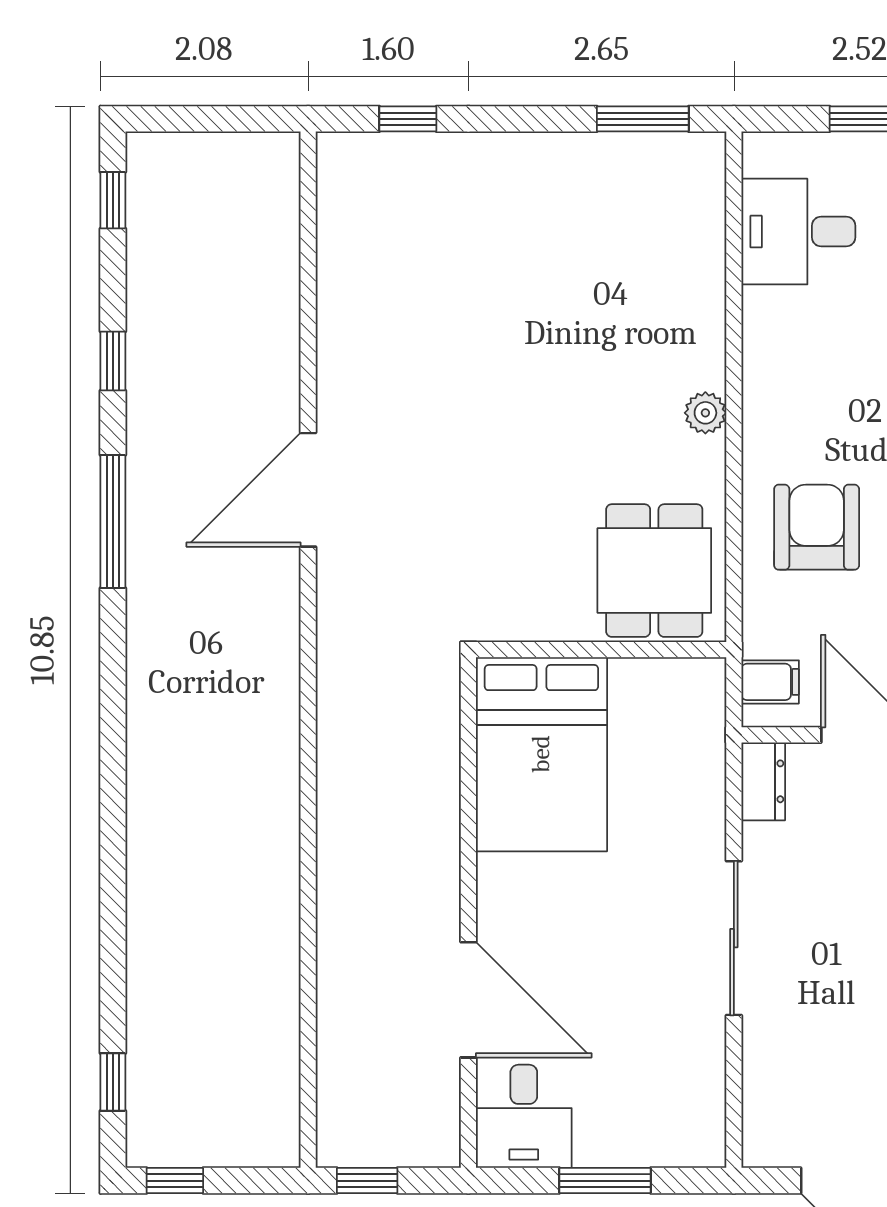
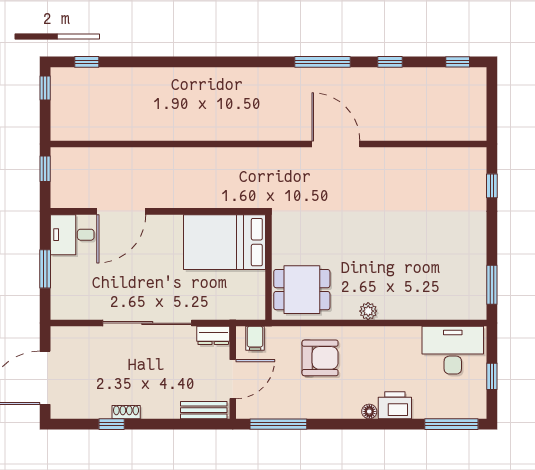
desk: (798, 232) -> (453, 350), width x1.37
sliding door: (734, 938) -> (147, 323), width x1.36

